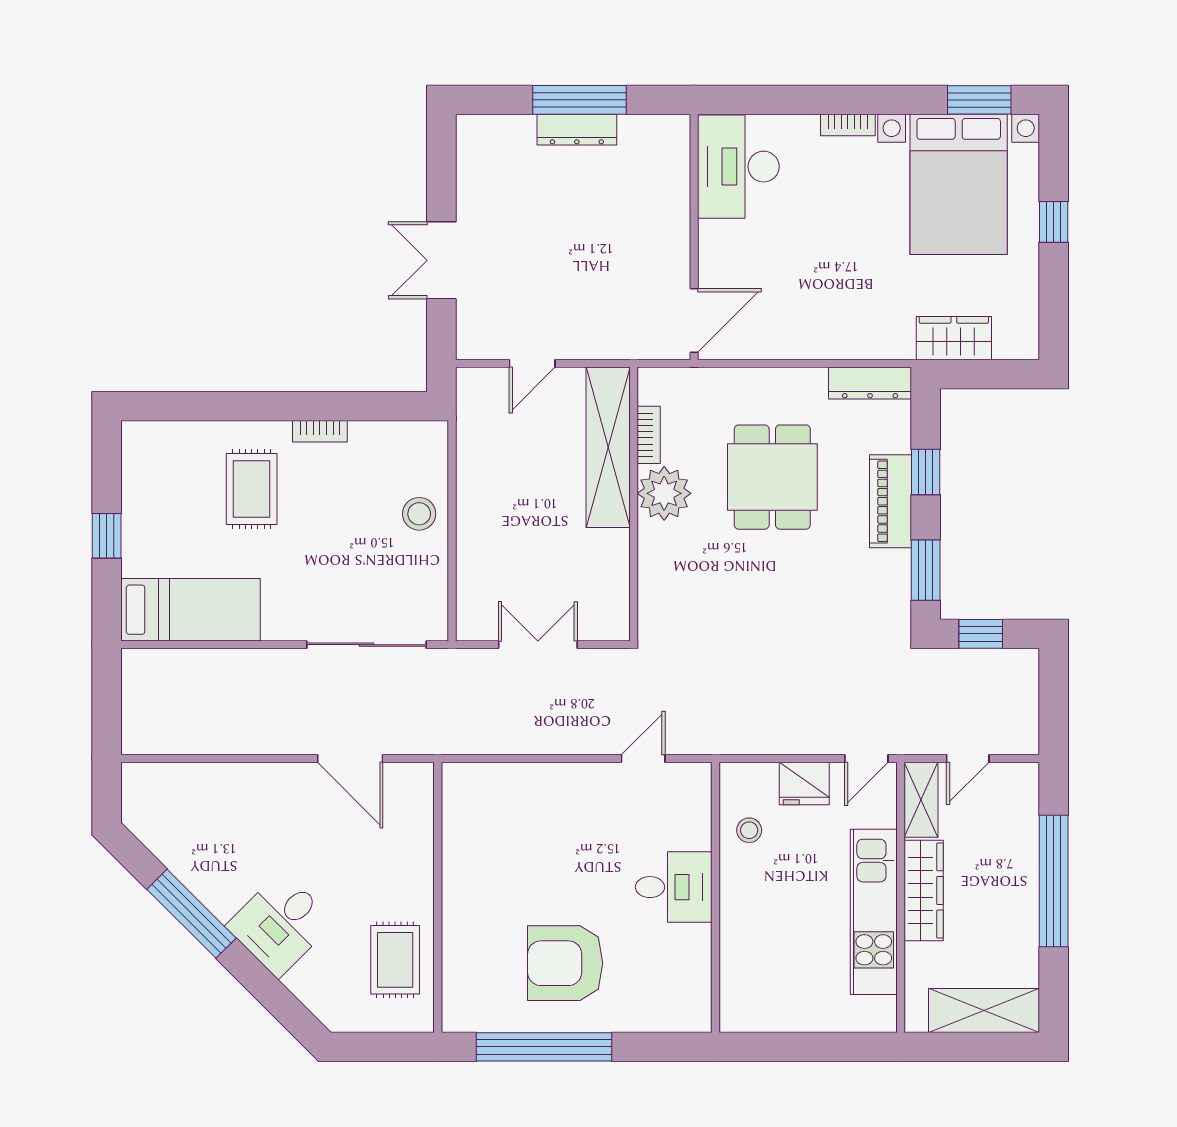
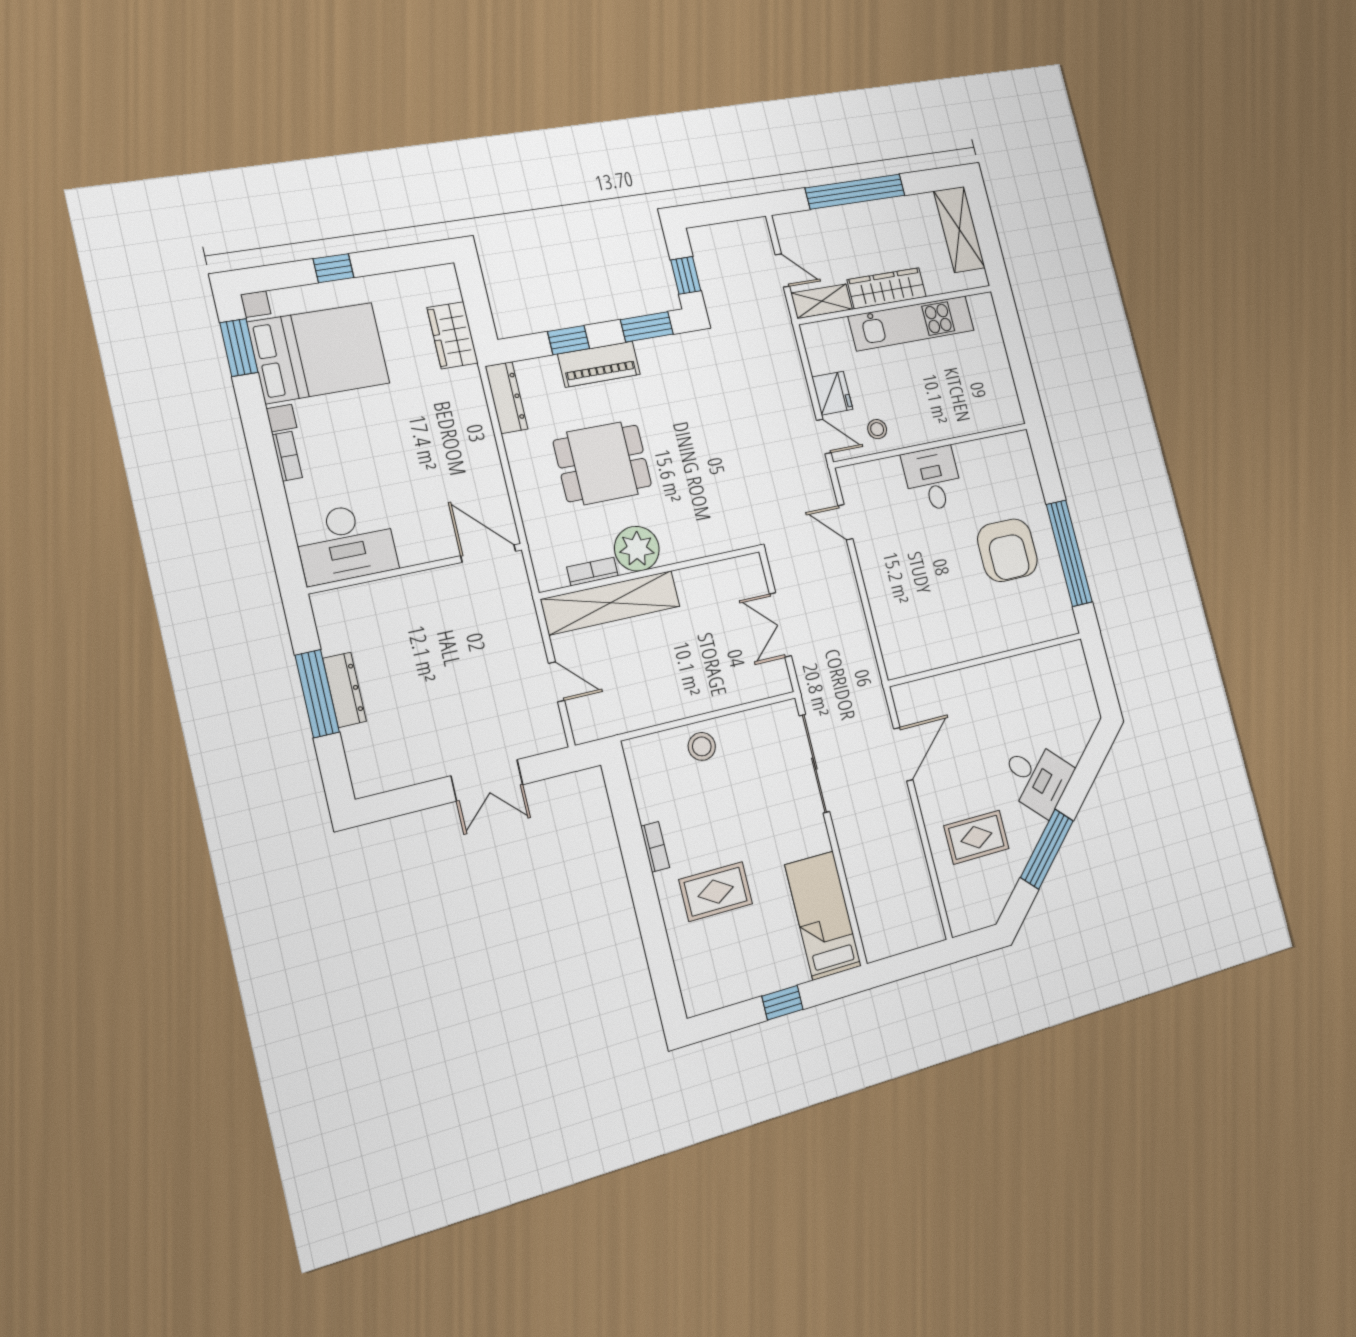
door: (866, 759) -> (824, 436), moved
rug: (395, 960) -> (976, 837), moved

